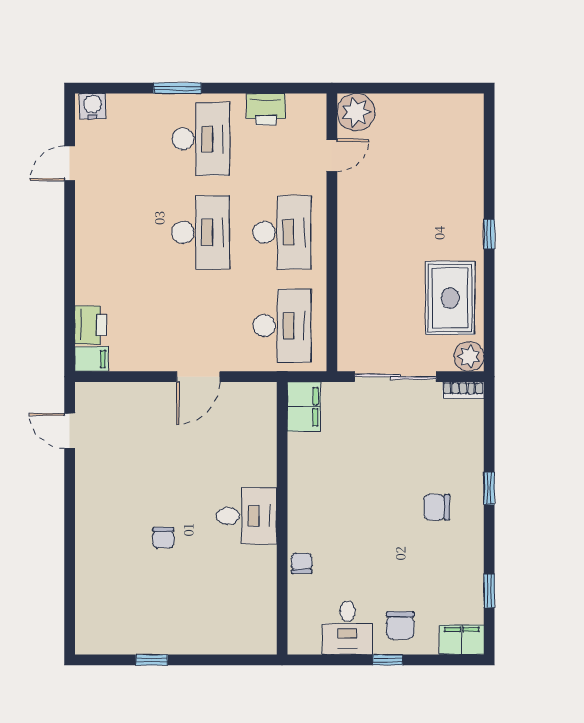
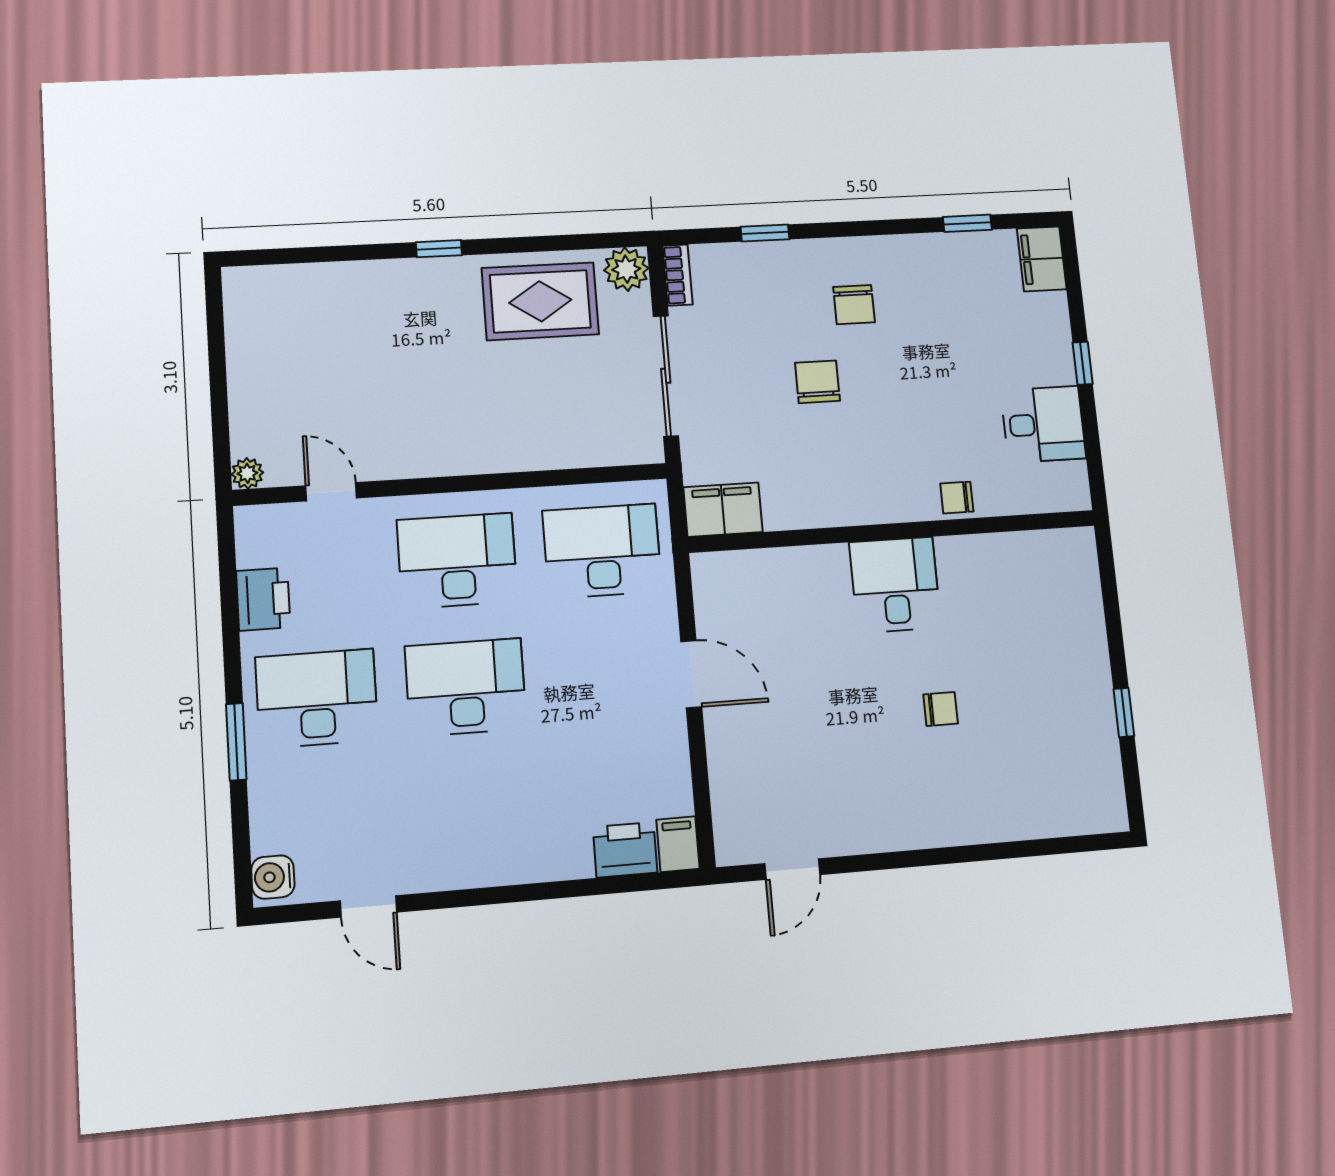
plant: (356, 112) -> (247, 473), width x0.53, depth x0.53
window: (489, 488) -> (765, 233), moved
chair: (400, 625) -> (817, 382), moved, turned -90

